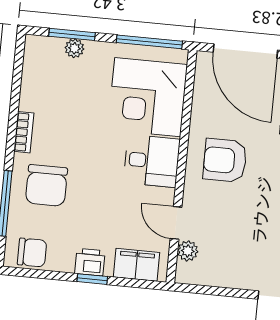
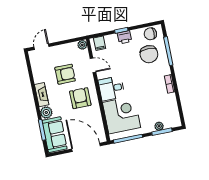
armchair: (225, 160) -> (80, 98), turned -90
chair: (46, 185) -> (149, 54), moved, turned 180
armchair: (242, 222) -> (65, 74), added
plant: (188, 251) -> (82, 45), moved
filing cabinet: (137, 265) -> (100, 43), width x0.50

